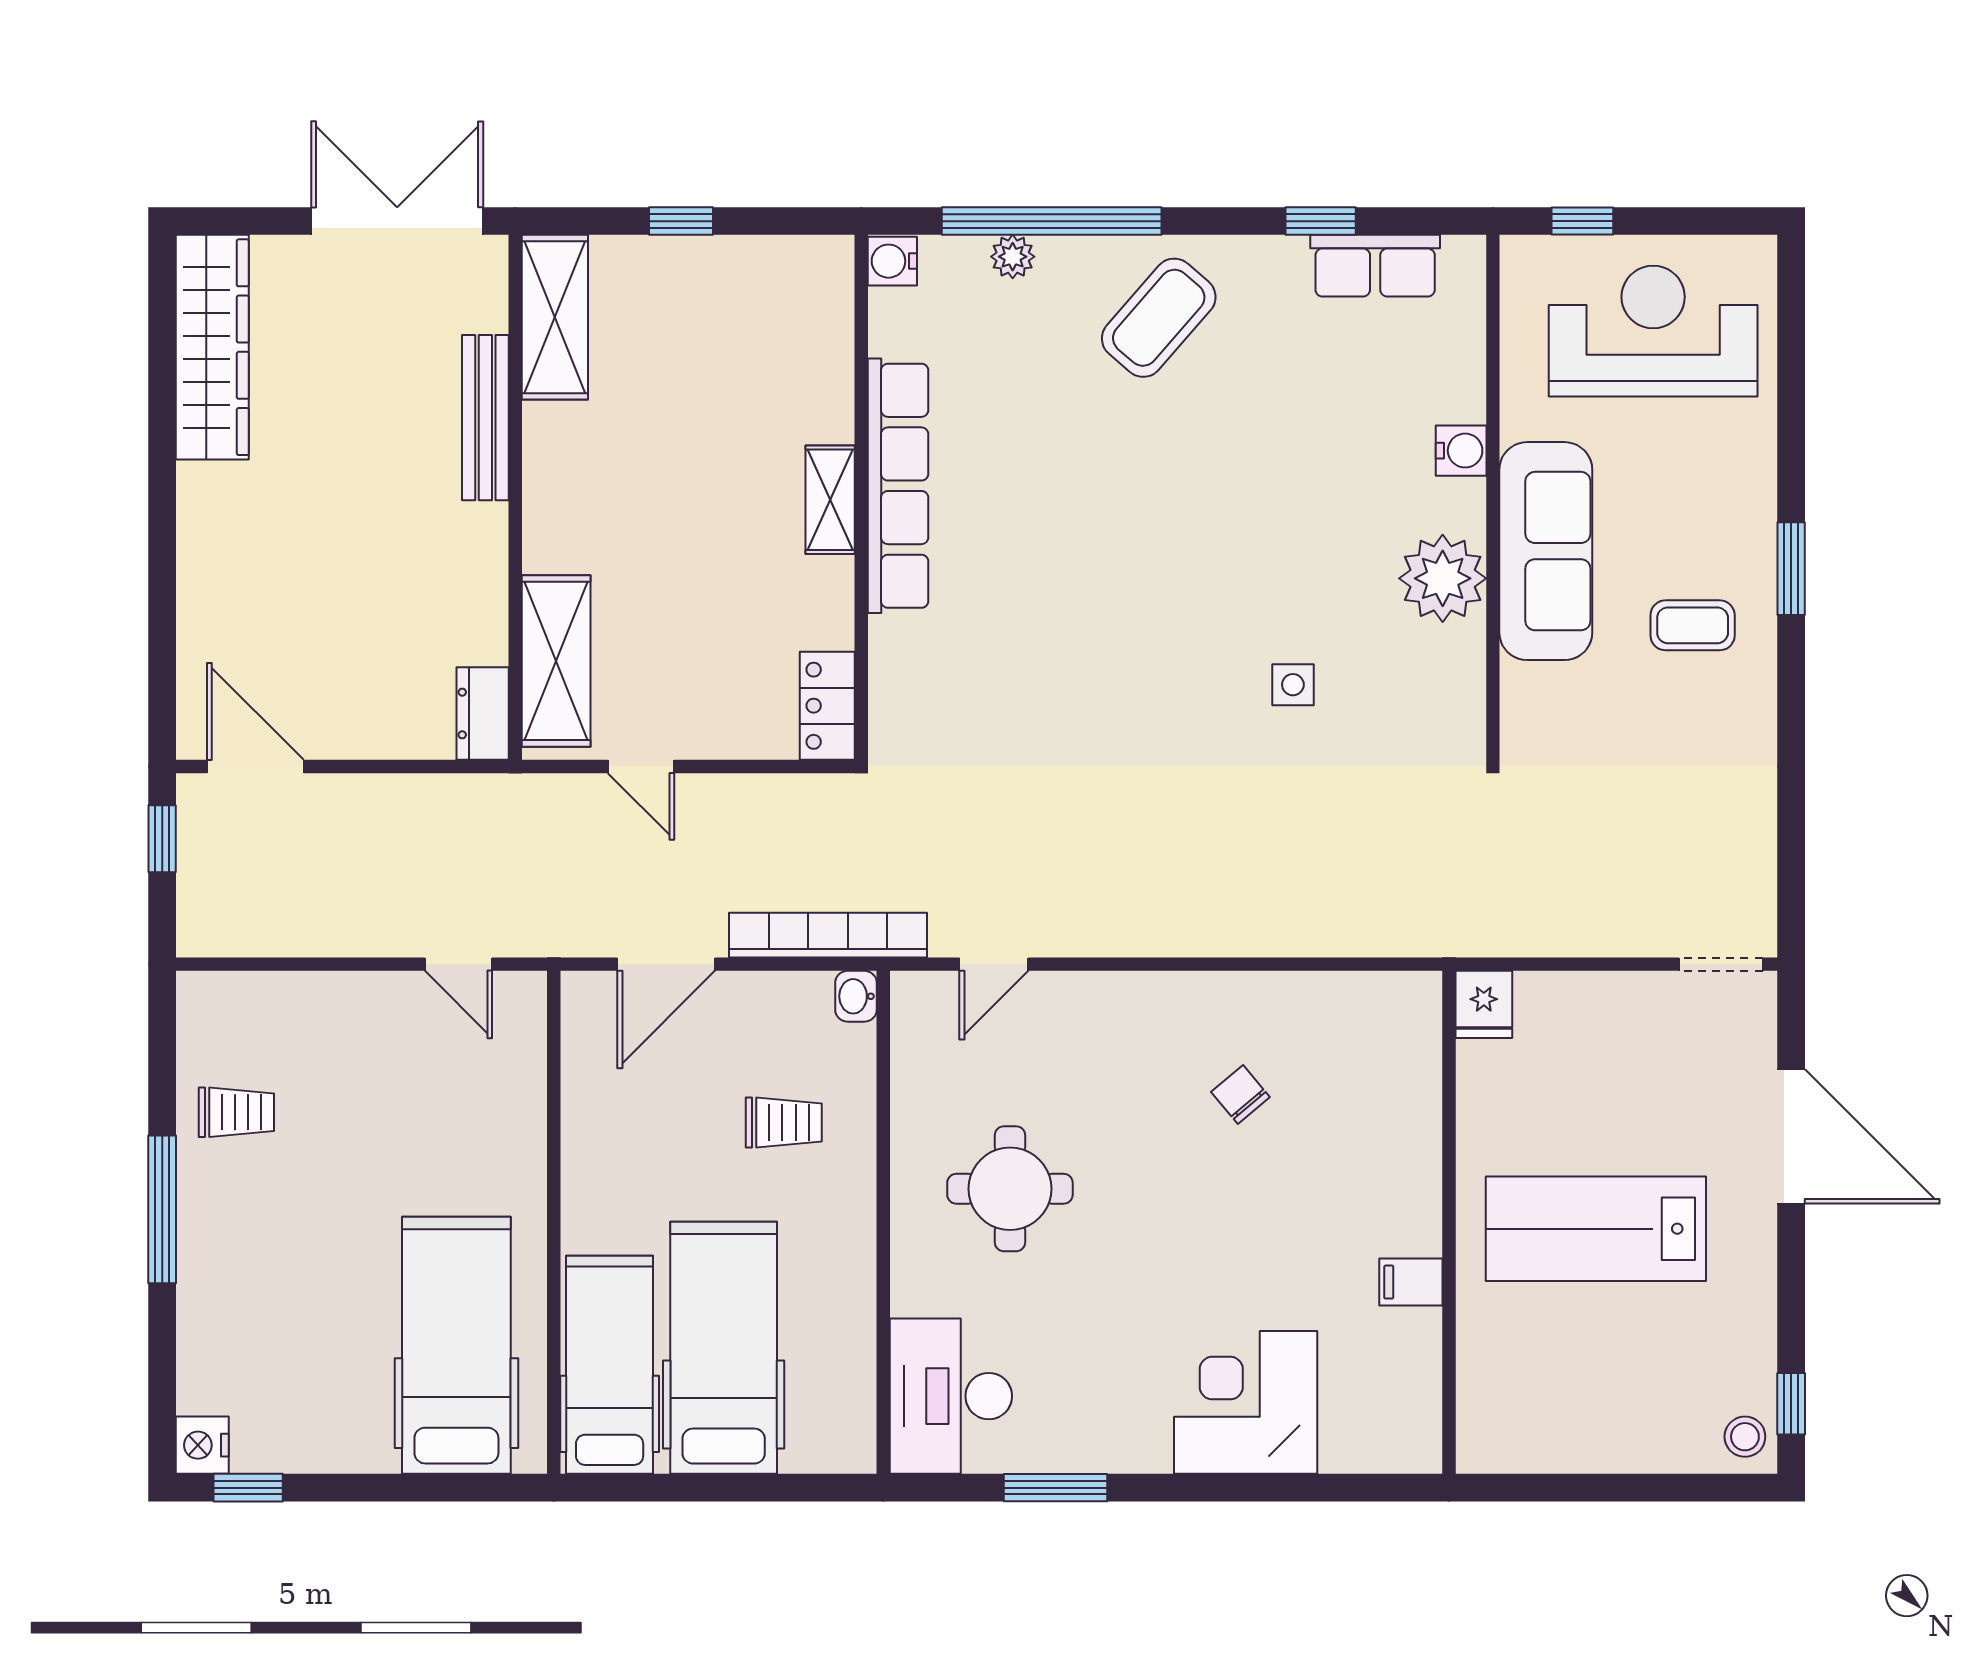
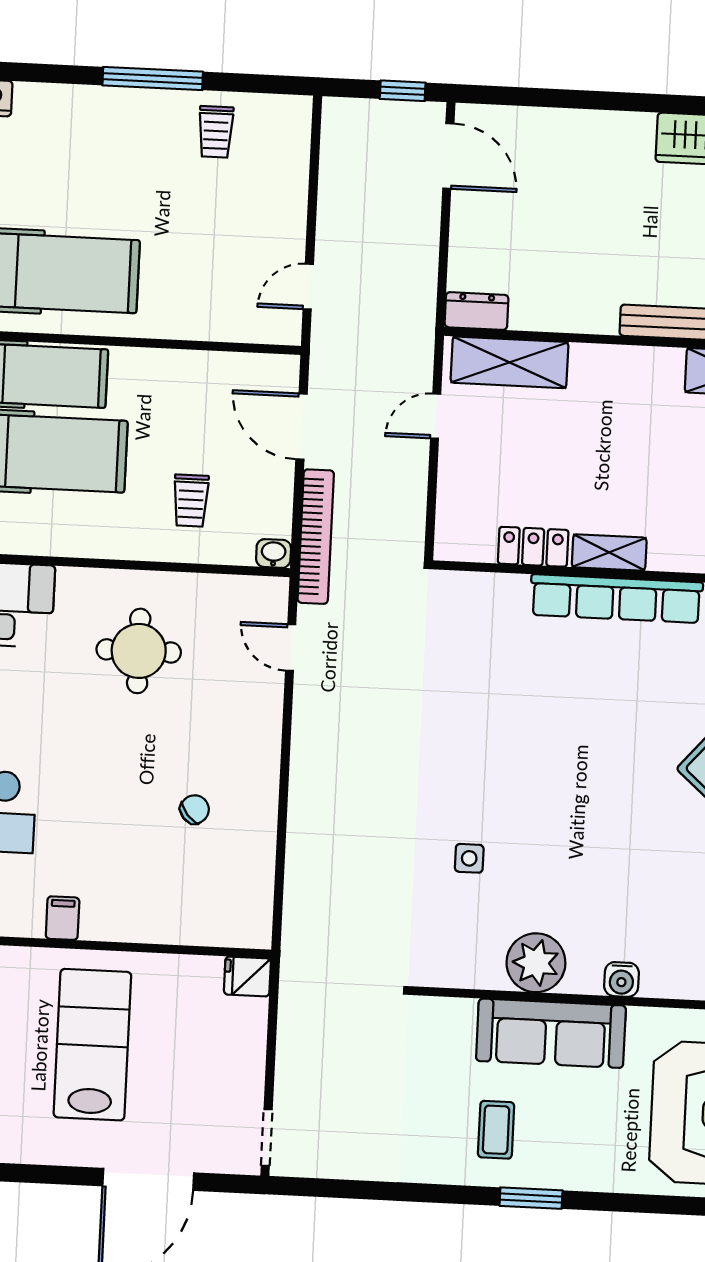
locker: (827, 706) -> (533, 547), moved
door: (255, 766) -> (448, 156), hinge flipped

